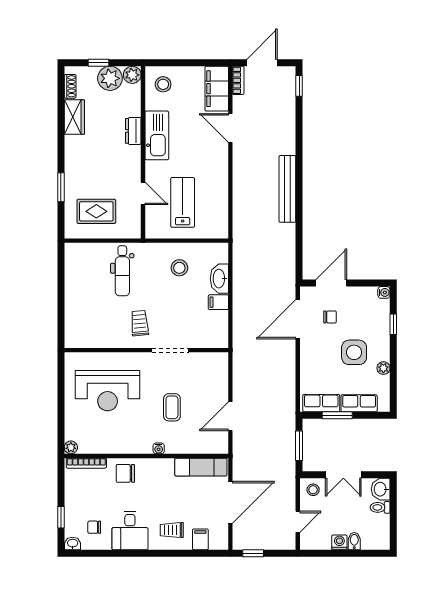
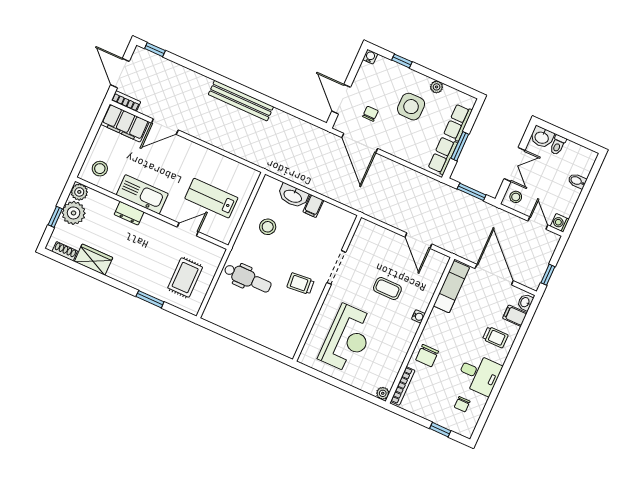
trolley: (172, 530) -> (495, 337), turned -90
washing machine: (339, 542) -> (560, 223), moved
washbasin: (73, 543) -> (525, 302), moved

